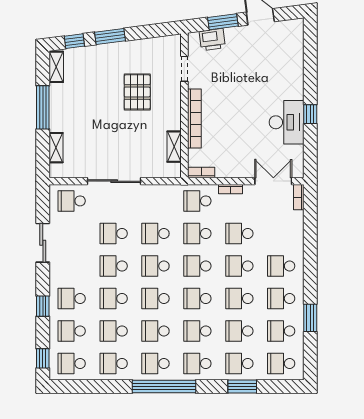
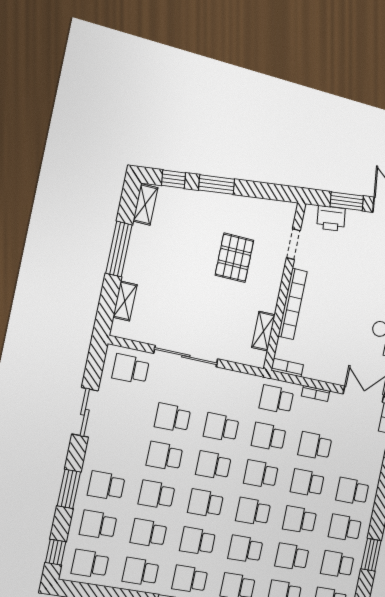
window: (43, 306) -> (69, 489), width x1.50

